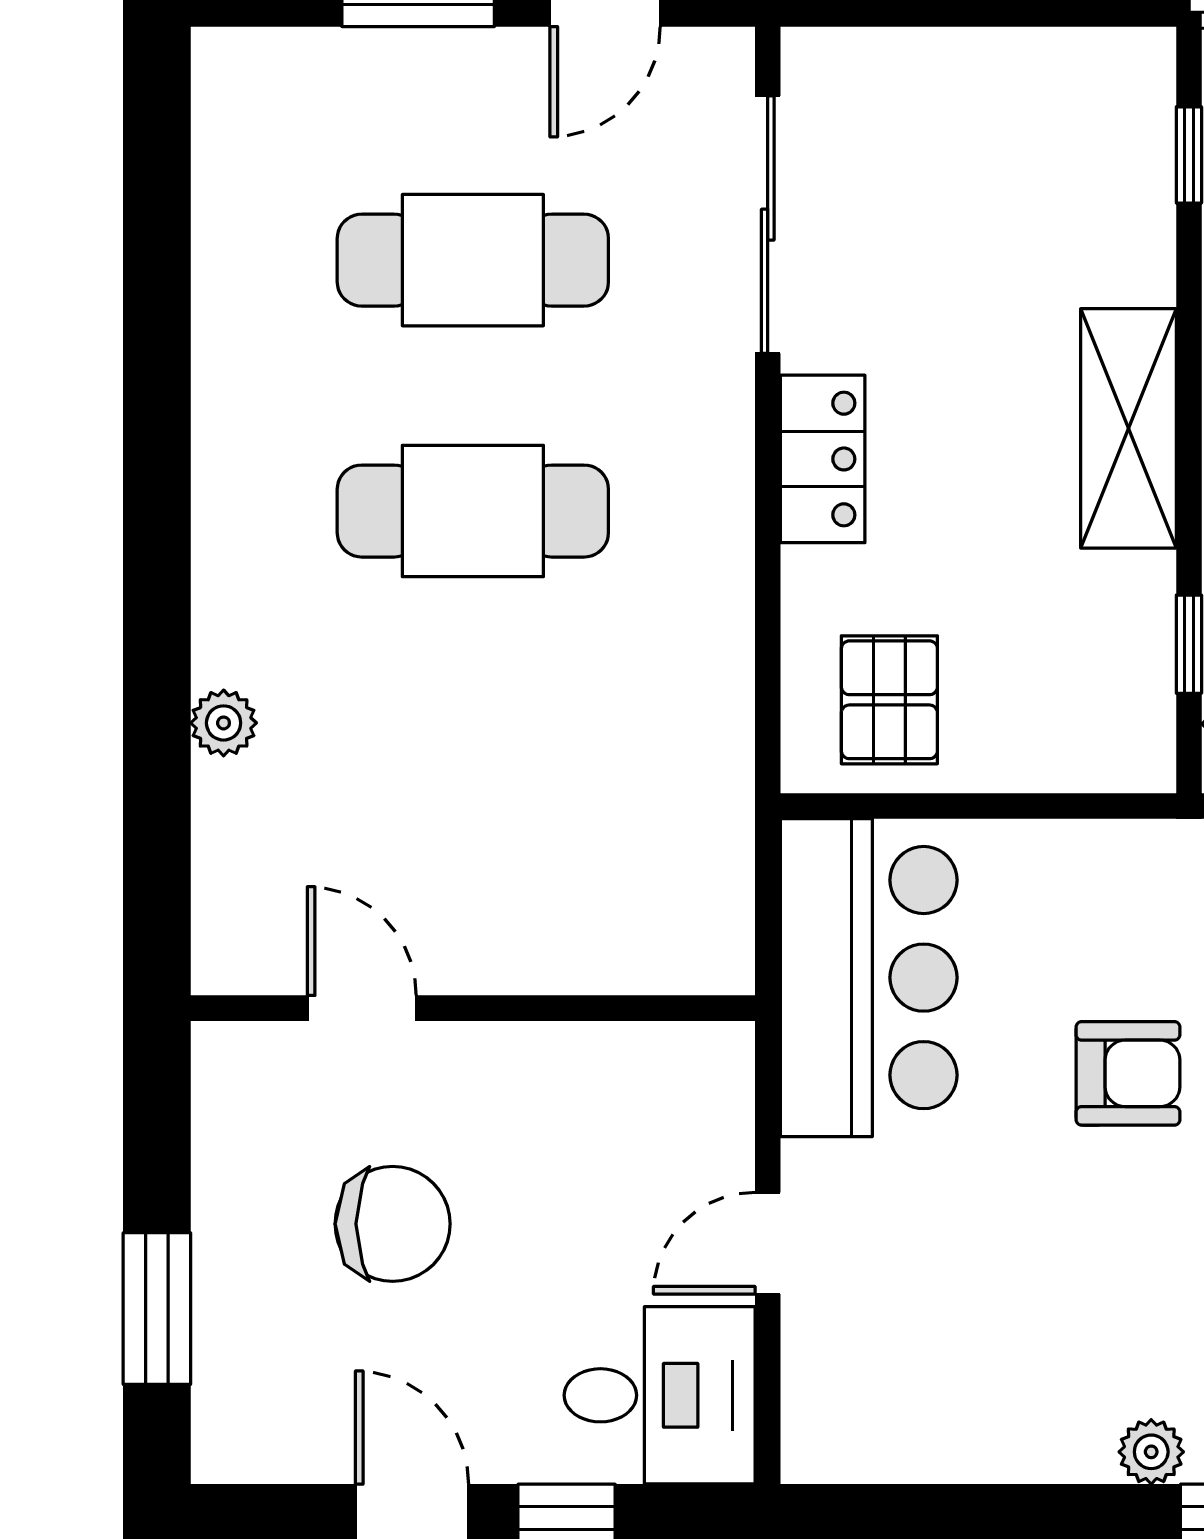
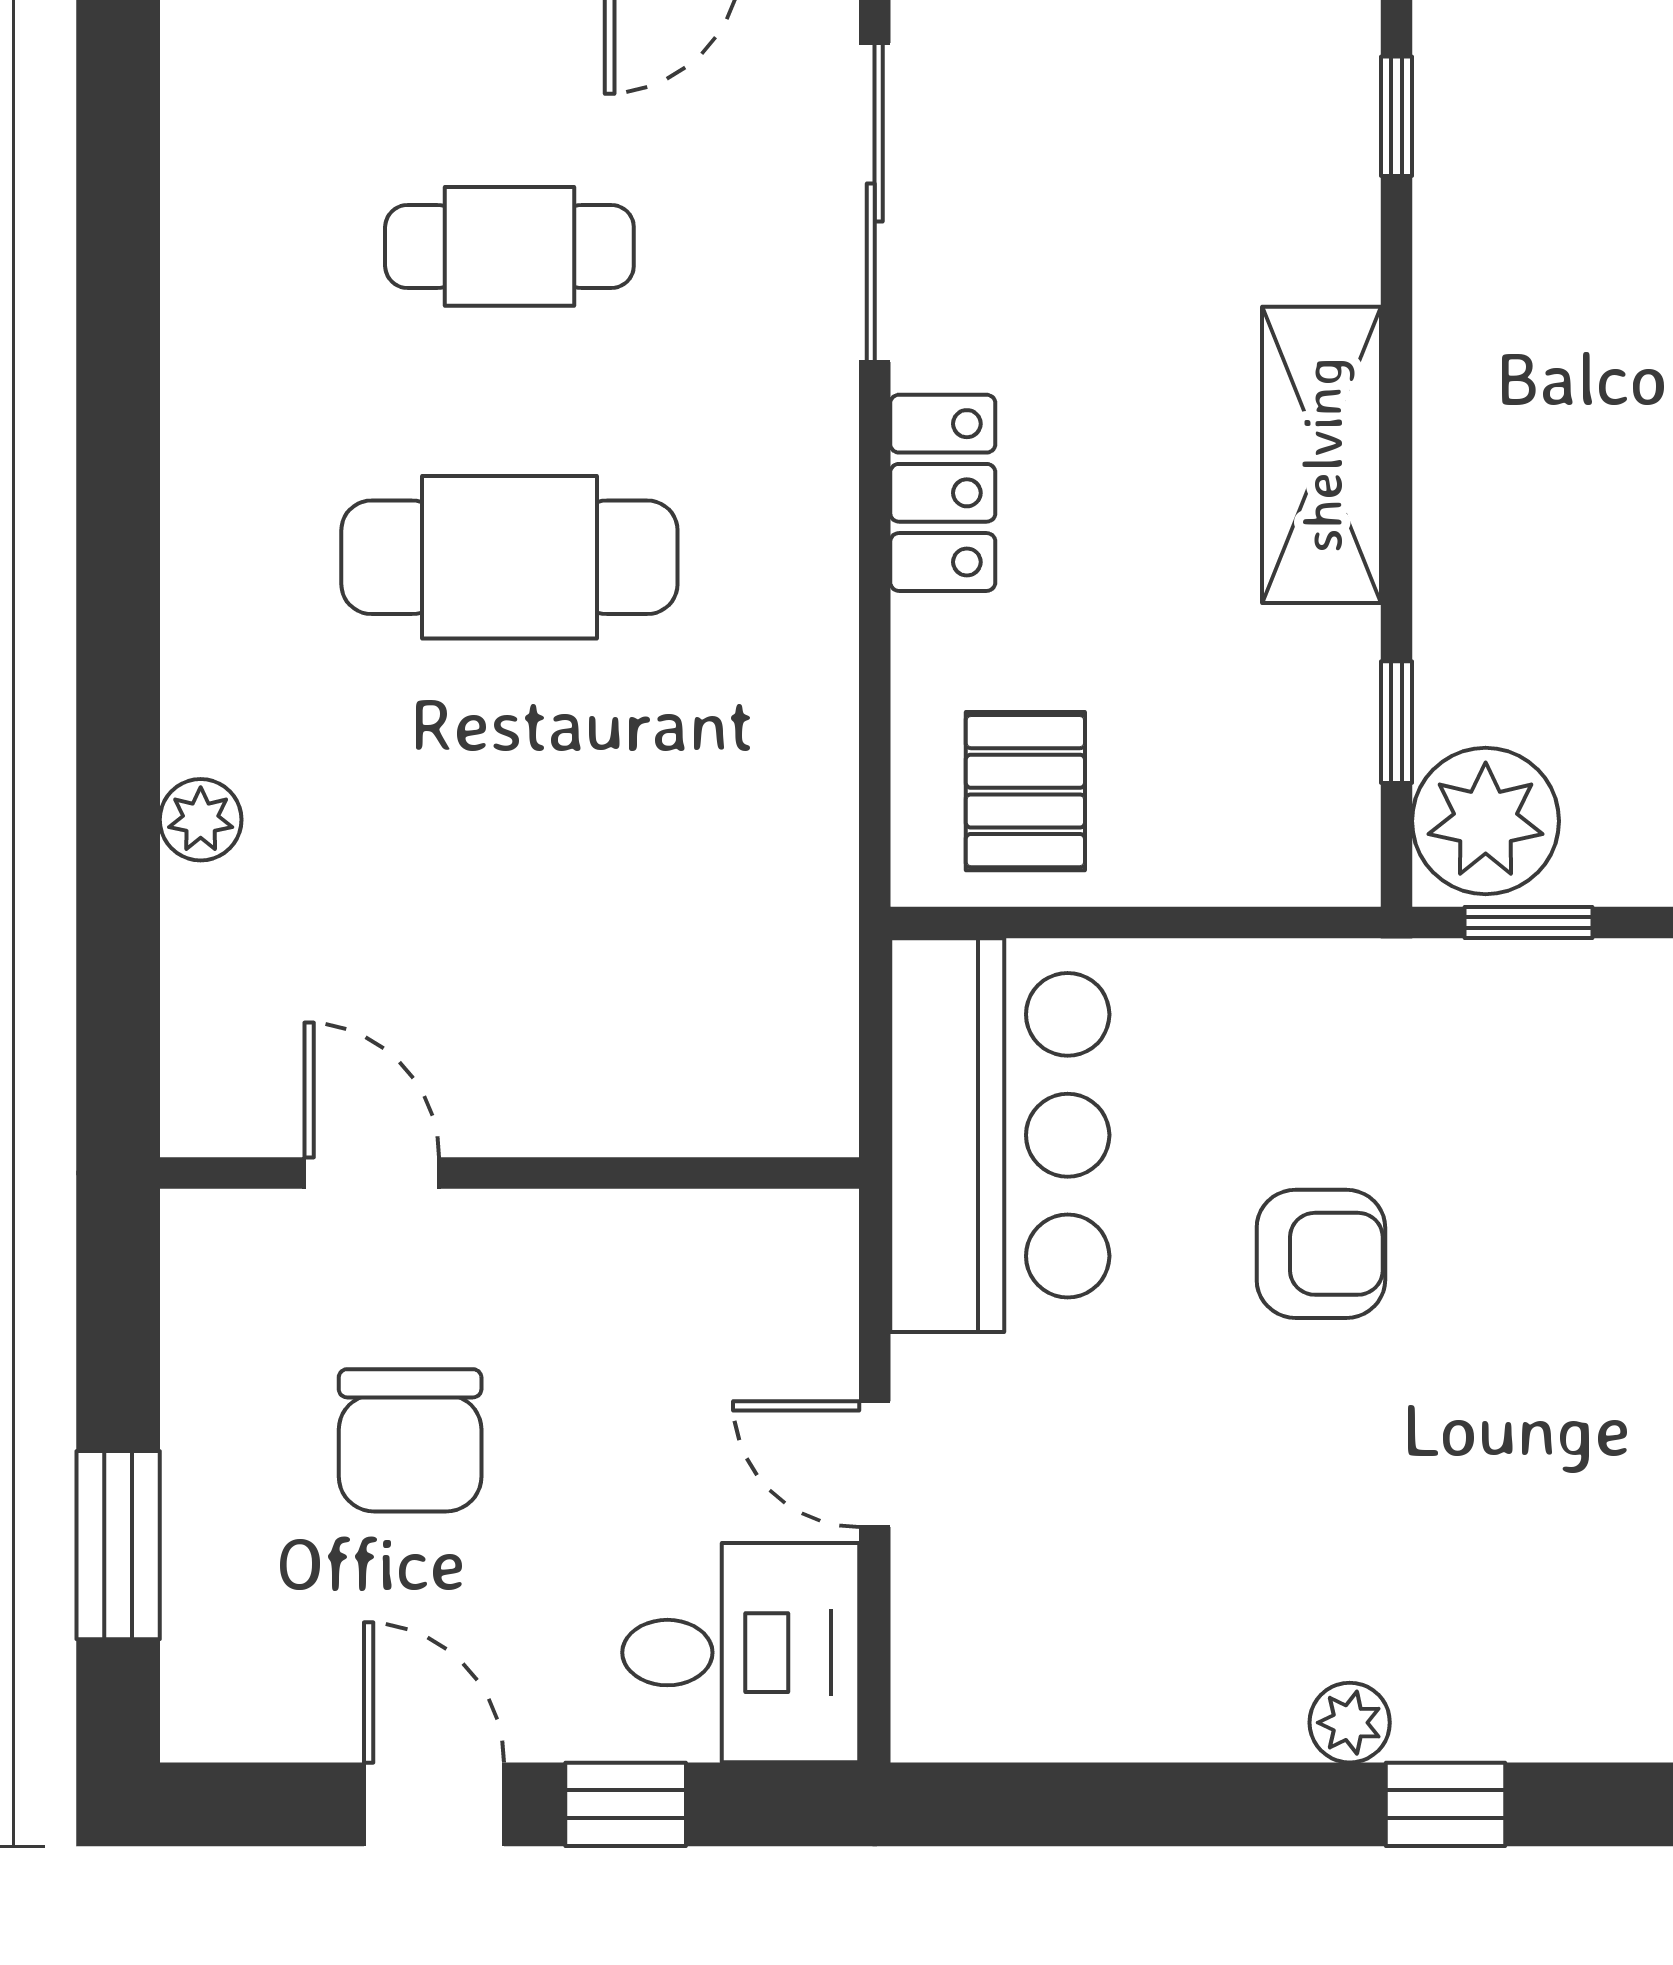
cafe table: (473, 260) -> (509, 246), width x0.73, depth x0.74
chair: (393, 1224) -> (410, 1440), turned 90
door: (768, 1243) -> (875, 1464), hinge flipped

